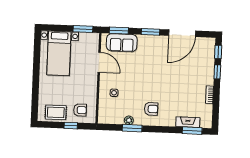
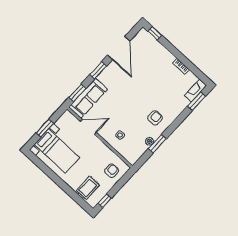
window: (83, 29) -> (45, 128), moved
sofa: (122, 43) -> (88, 98), width x1.36
window: (217, 72) -> (169, 46), removed
rug: (56, 112) -> (88, 188), moved
fireplace: (188, 122) -> (196, 91), moved
window: (71, 126) -> (105, 201), moved

